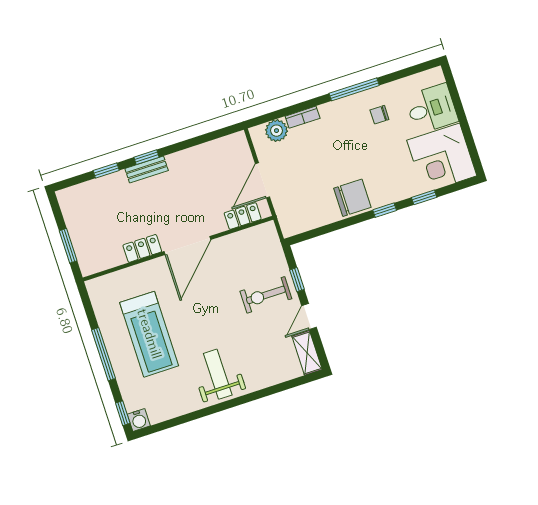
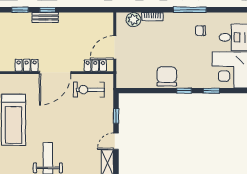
chair: (352, 198) -> (167, 76), turned -90
exercise bike: (266, 295) -> (89, 90), moved

